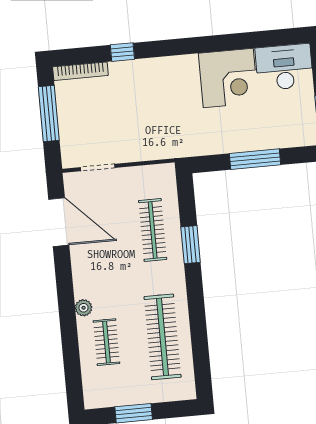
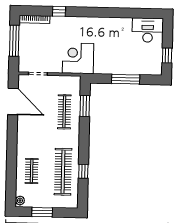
corner desk: (228, 78) -> (78, 58), moved, turned 180
window: (191, 245) -> (85, 106), moved
plant: (84, 308) -> (20, 201), moved
window: (199, 332) -> (83, 171), added

